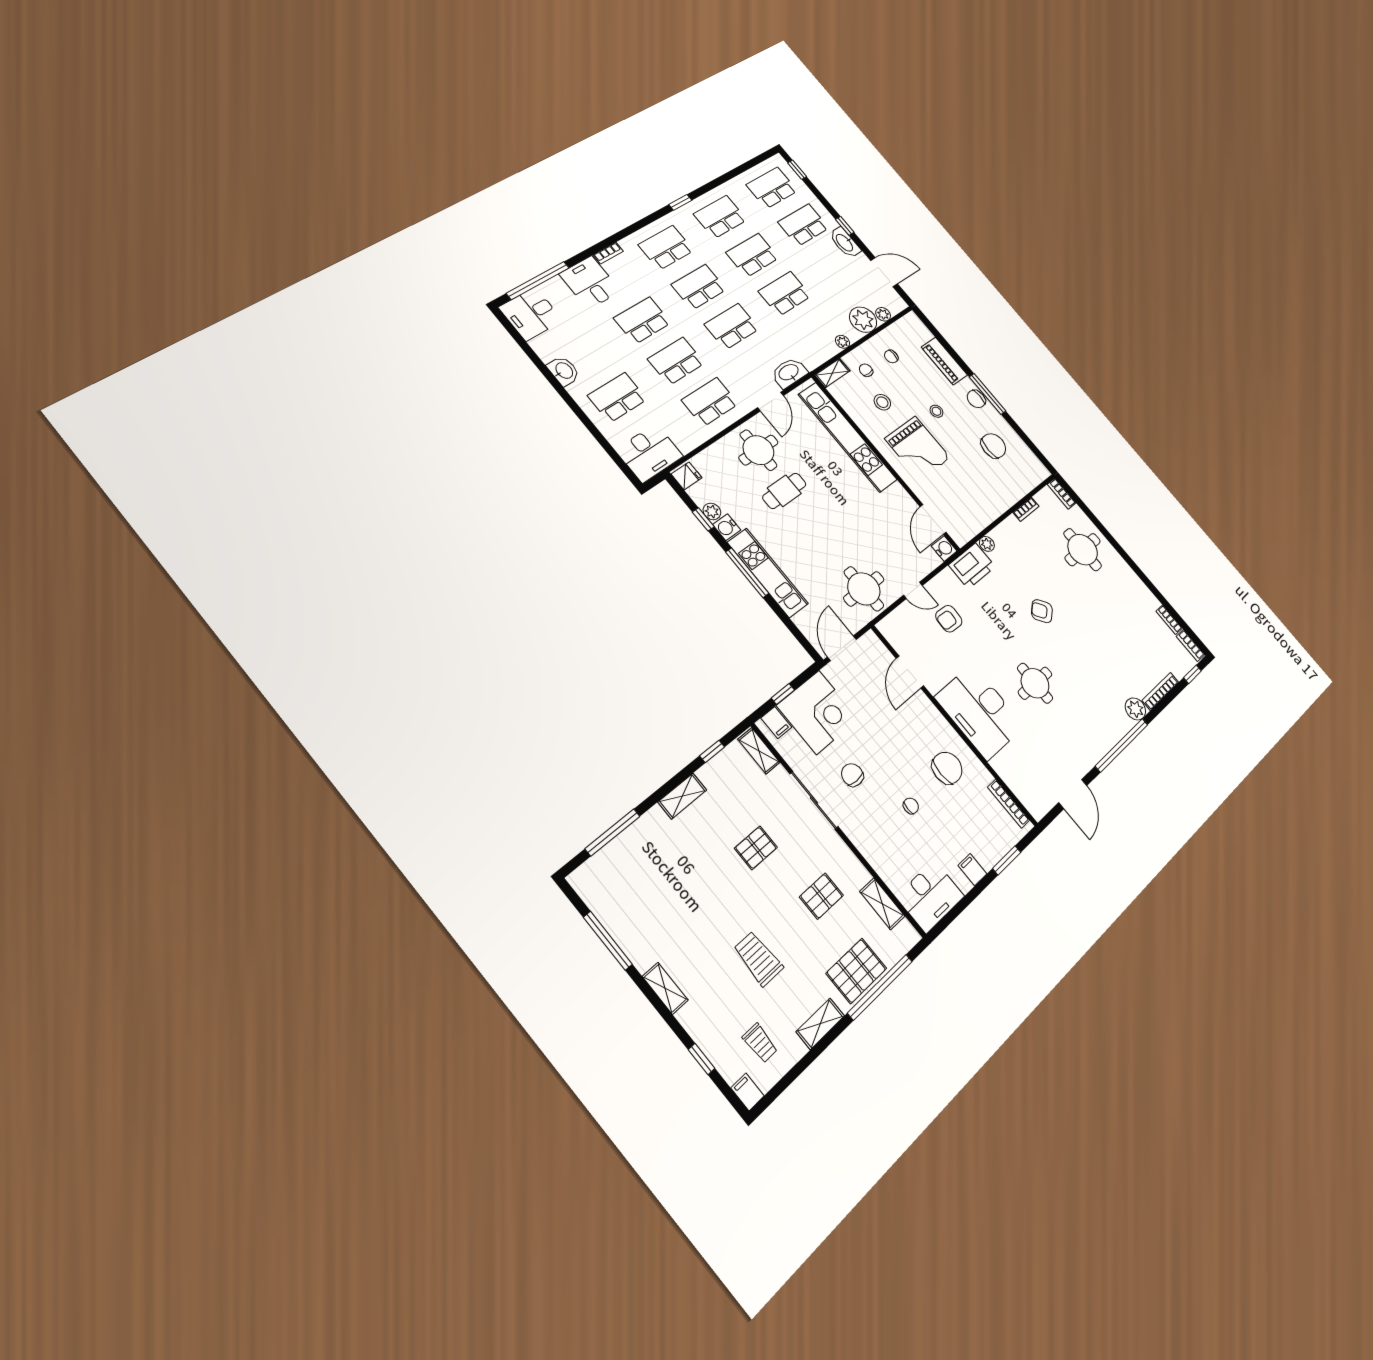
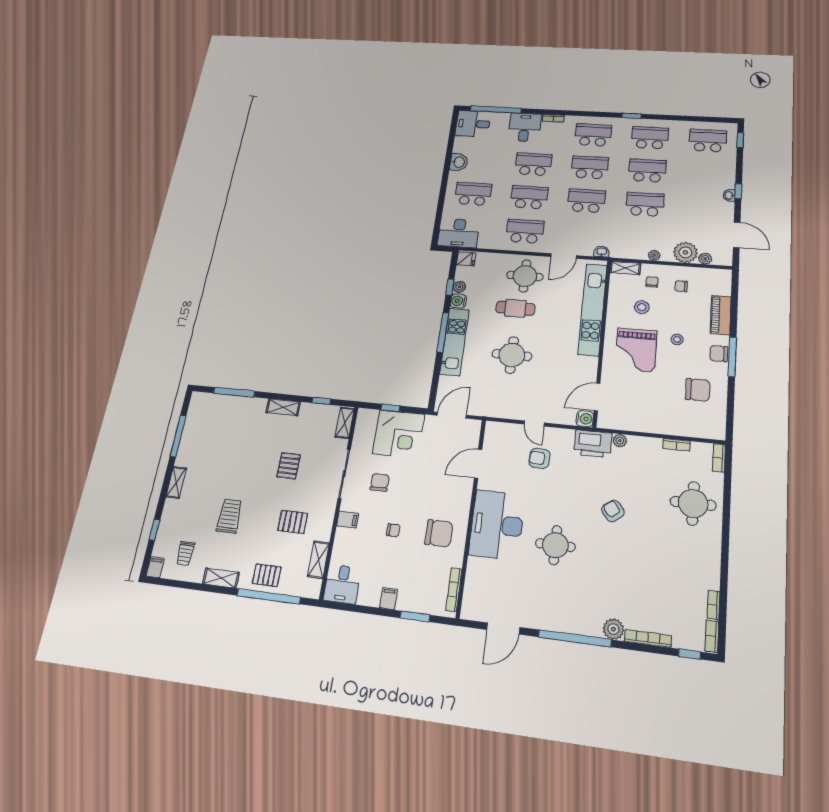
school desk: (804, 225) -> (706, 174), removed
washbasin: (845, 243) -> (729, 195), width x0.52, depth x0.69
washbasin: (789, 373) -> (602, 252), width x0.52, depth x0.69
round table: (864, 589) -> (512, 355), moved
filing cabinet: (776, 723) -> (348, 520), moved, turned -90
pallet: (756, 848) -> (289, 466), turned 90
desk: (930, 896) -> (342, 584), width x0.73
pallet: (856, 971) -> (267, 575), width x0.67, depth x0.71

